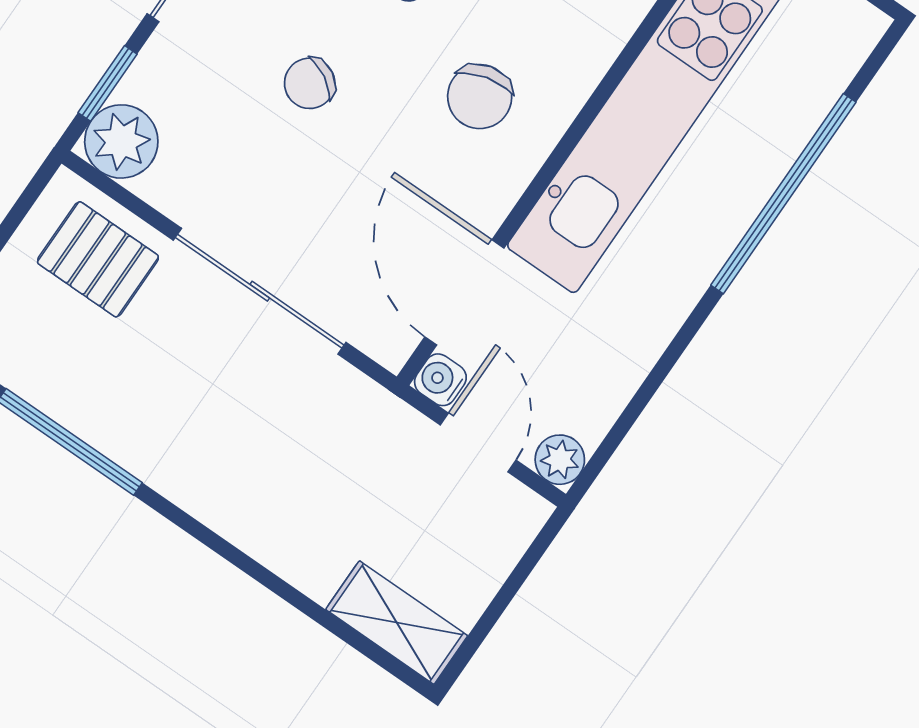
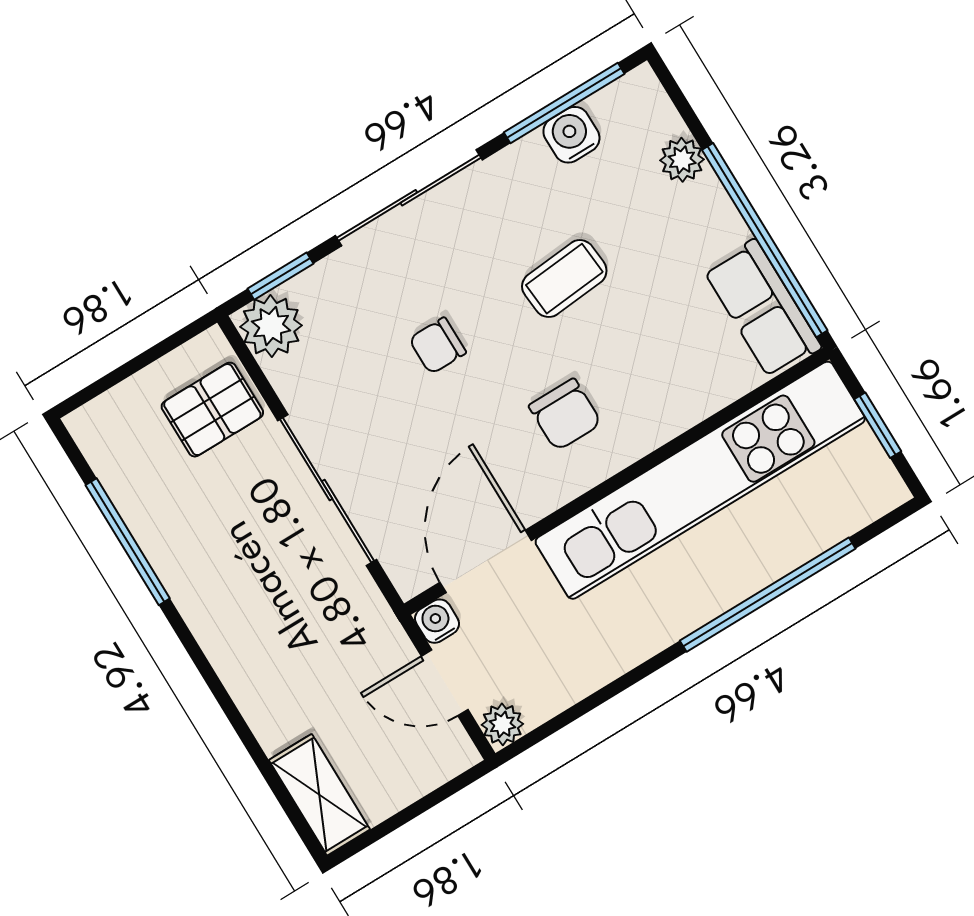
chair: (310, 83) -> (438, 346), turned -30
chair: (480, 97) -> (565, 415), turned -76
pallet: (98, 259) -> (212, 410), turned 90
door: (478, 442) -> (445, 683), swing flipped

